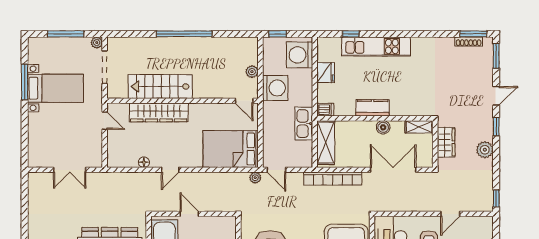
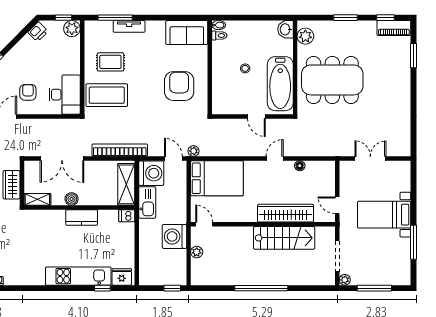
washing machine: (300, 55) -> (151, 173), moved
fridge: (326, 73) -> (122, 277), moved, turned 90
bed with nightstands: (55, 88) -> (384, 215), moved

